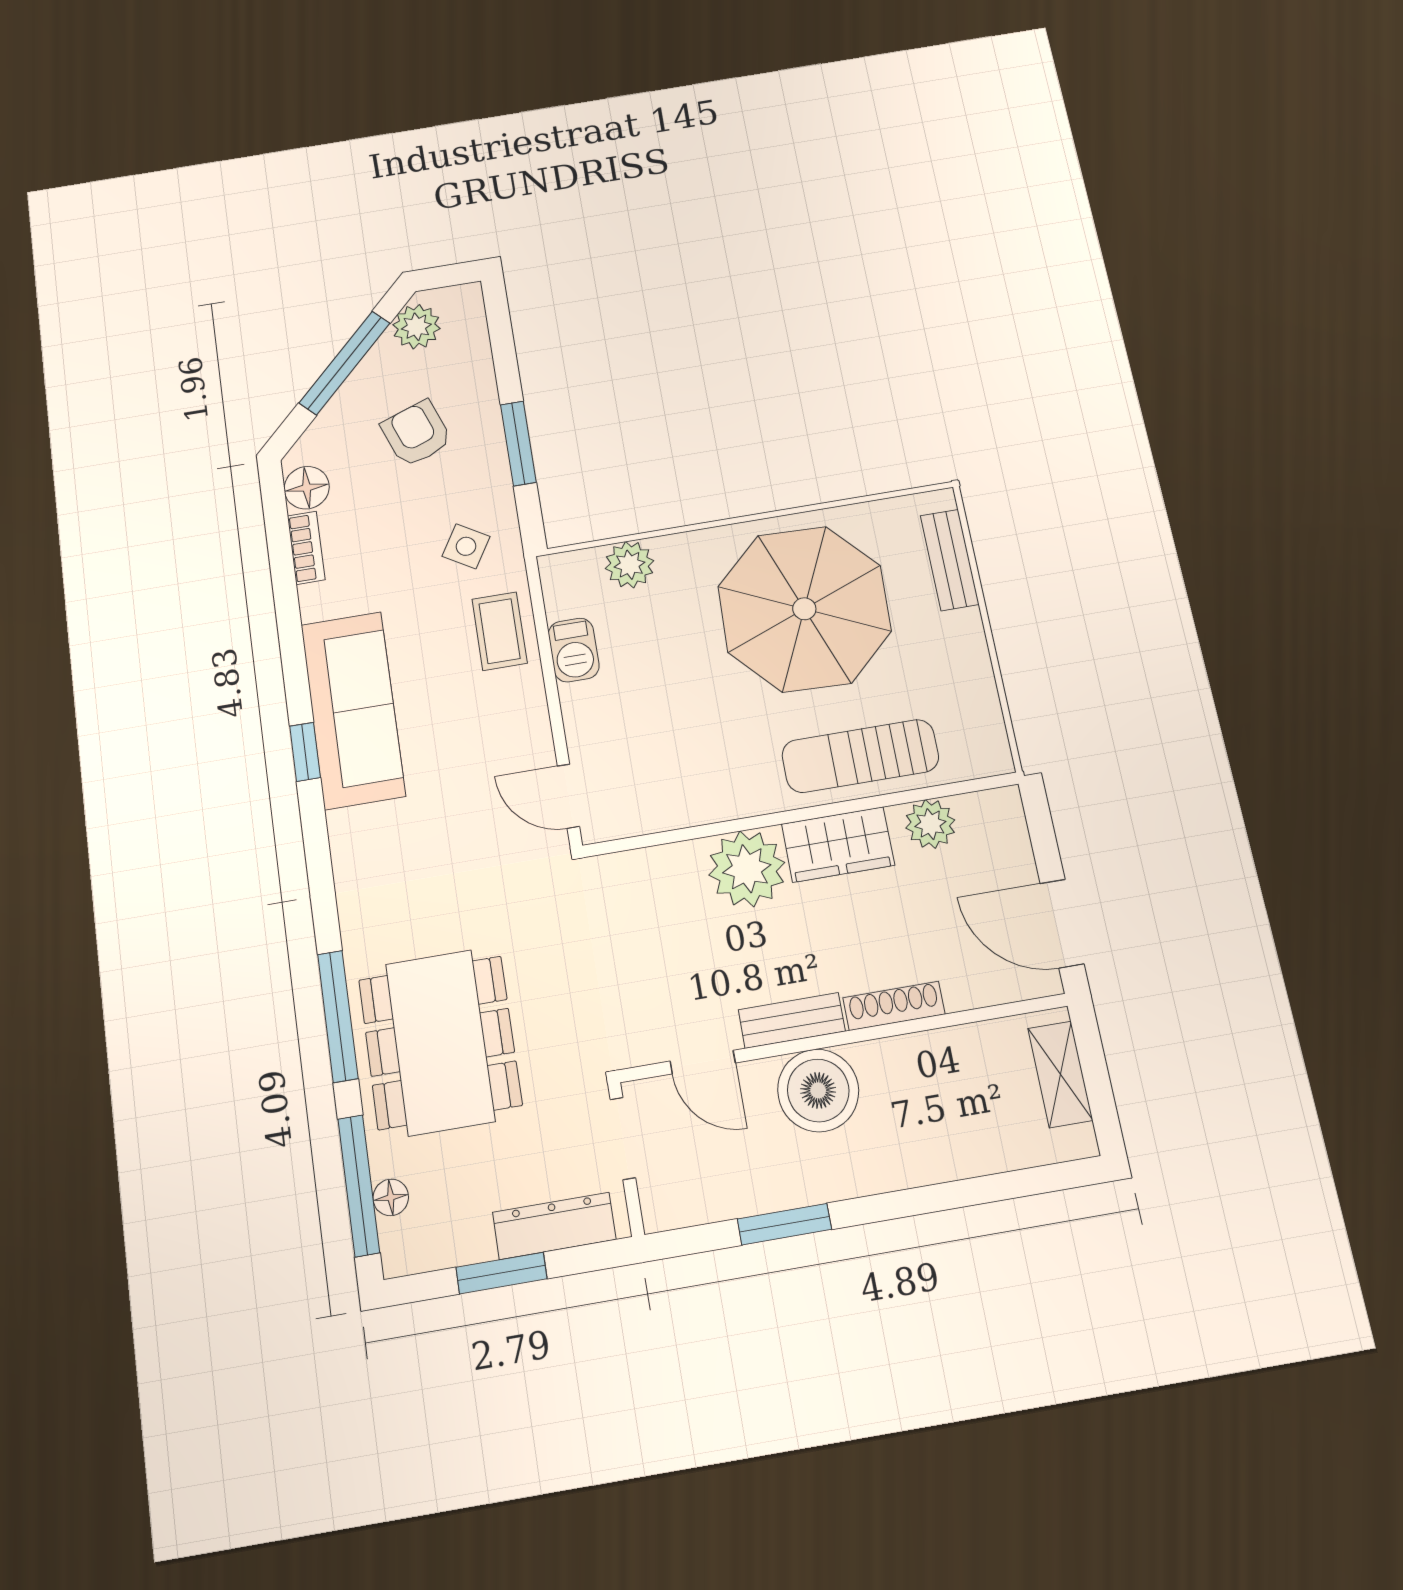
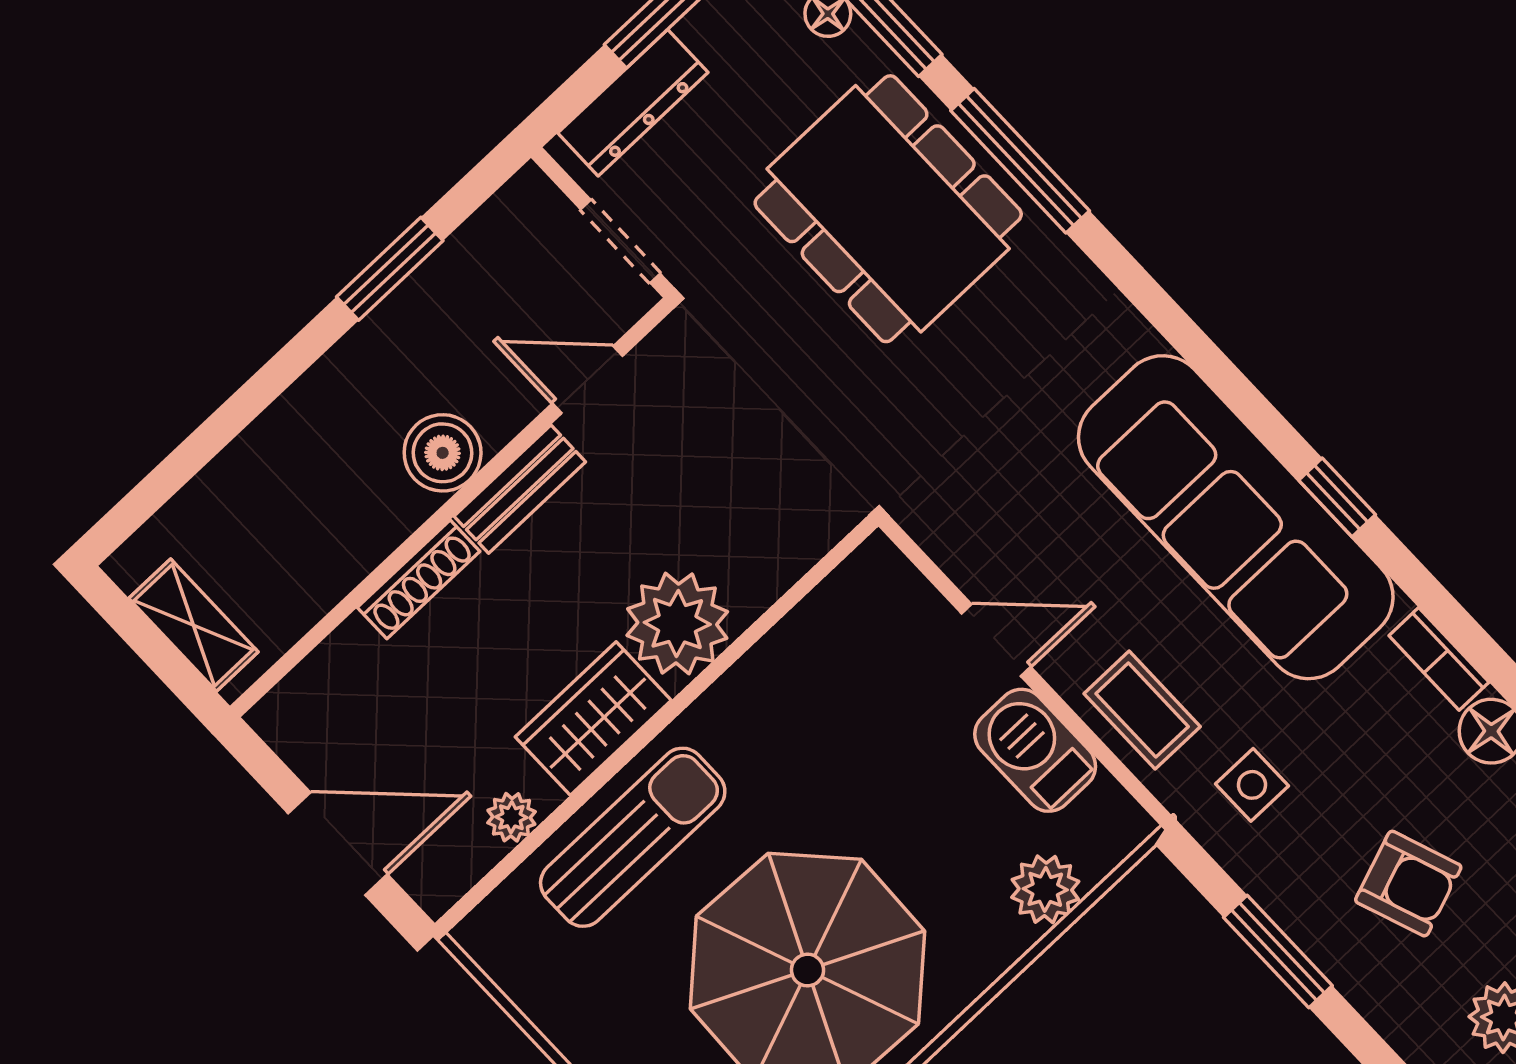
side table: (466, 546) -> (1252, 785), turned -31
barbecue: (574, 650) -> (1035, 750), width x1.38, depth x1.27
sofa: (353, 710) -> (1236, 517), width x1.36, depth x1.27
window: (305, 752) -> (1337, 497), moved
door: (568, 796) -> (996, 640), moved
plant: (930, 824) -> (511, 817), width x0.73, depth x0.73
door: (1062, 924) -> (338, 844), moved
boiler: (818, 1090) -> (443, 453), width x0.73, depth x0.73

